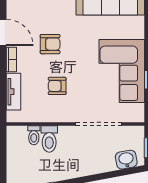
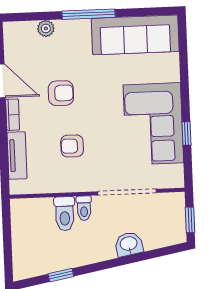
toilet: (34, 135) -> (84, 208), moved
washbasin: (126, 160) -> (129, 244), moved

